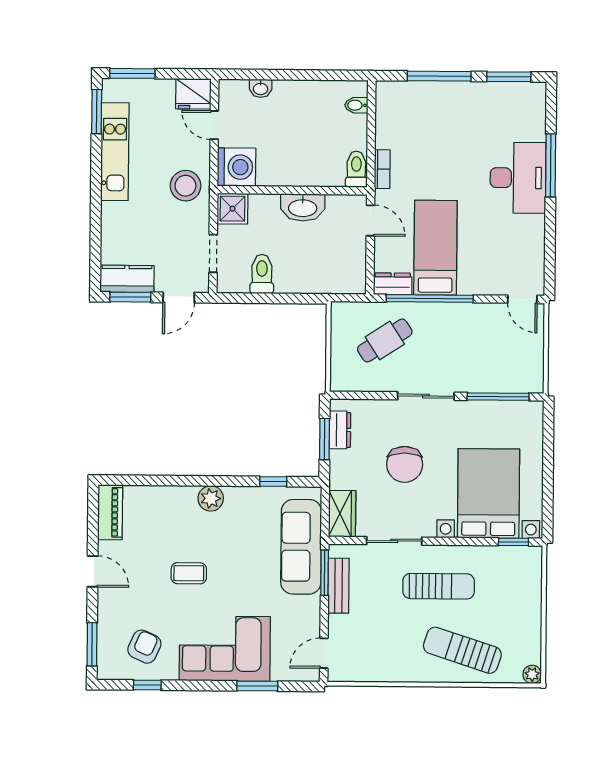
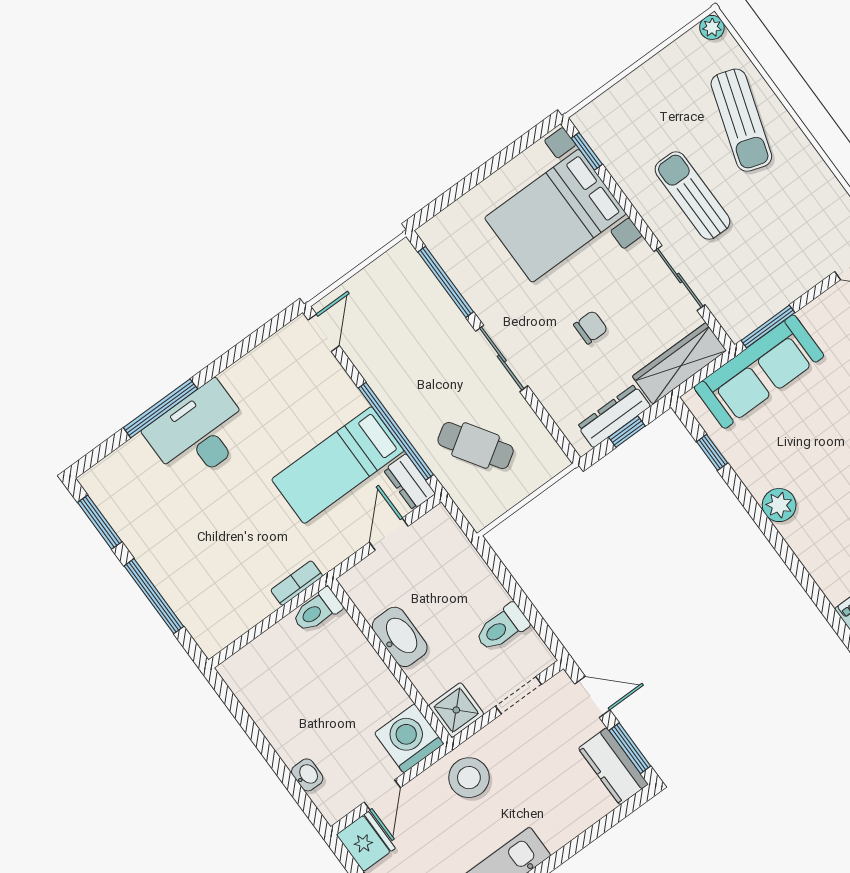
bidet: (356, 105) -> (250, 661), removed
door: (370, 221) -> (389, 534), moved
dresser: (340, 430) -> (614, 416), width x1.44
window: (325, 439) -> (627, 432), width x0.67
chair: (405, 464) -> (591, 327), width x0.54, depth x0.54
wardrobe: (342, 514) -> (679, 363), width x1.50
bench: (338, 586) -> (771, 302), removed

